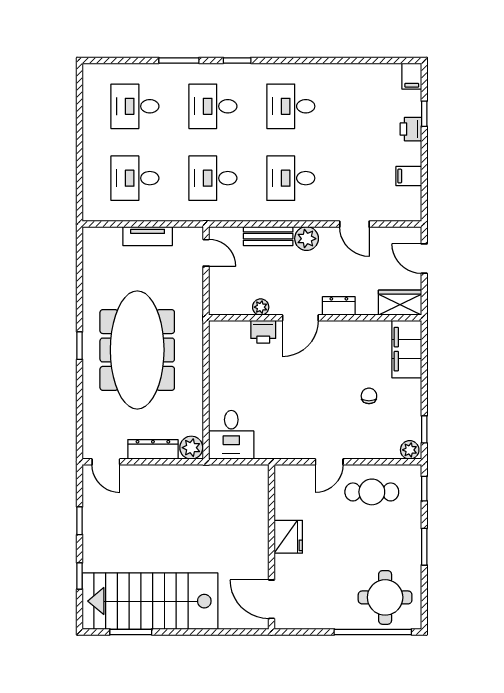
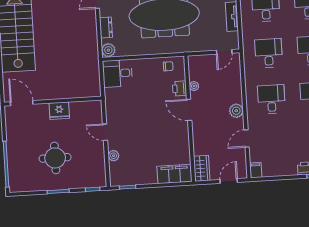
filing cabinet: (409, 176) -> (256, 170), moved
bench: (268, 236) -> (236, 88), removed
dresser: (339, 306) -> (198, 132), removed
chair: (369, 396) -> (168, 66), moved
dresser: (153, 449) -> (106, 27), width x0.70
plant: (410, 450) -> (114, 156), moved
cafe table: (372, 492) -> (89, 158), removed
round table: (385, 597) -> (55, 158), moved
door: (272, 599) -> (22, 103), hinge flipped

